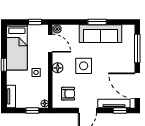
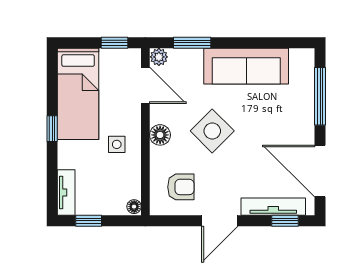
window: (97, 22) -> (192, 43), moved
side table: (84, 66) -> (212, 131), turned 45
window: (32, 110) -> (89, 221), moved

